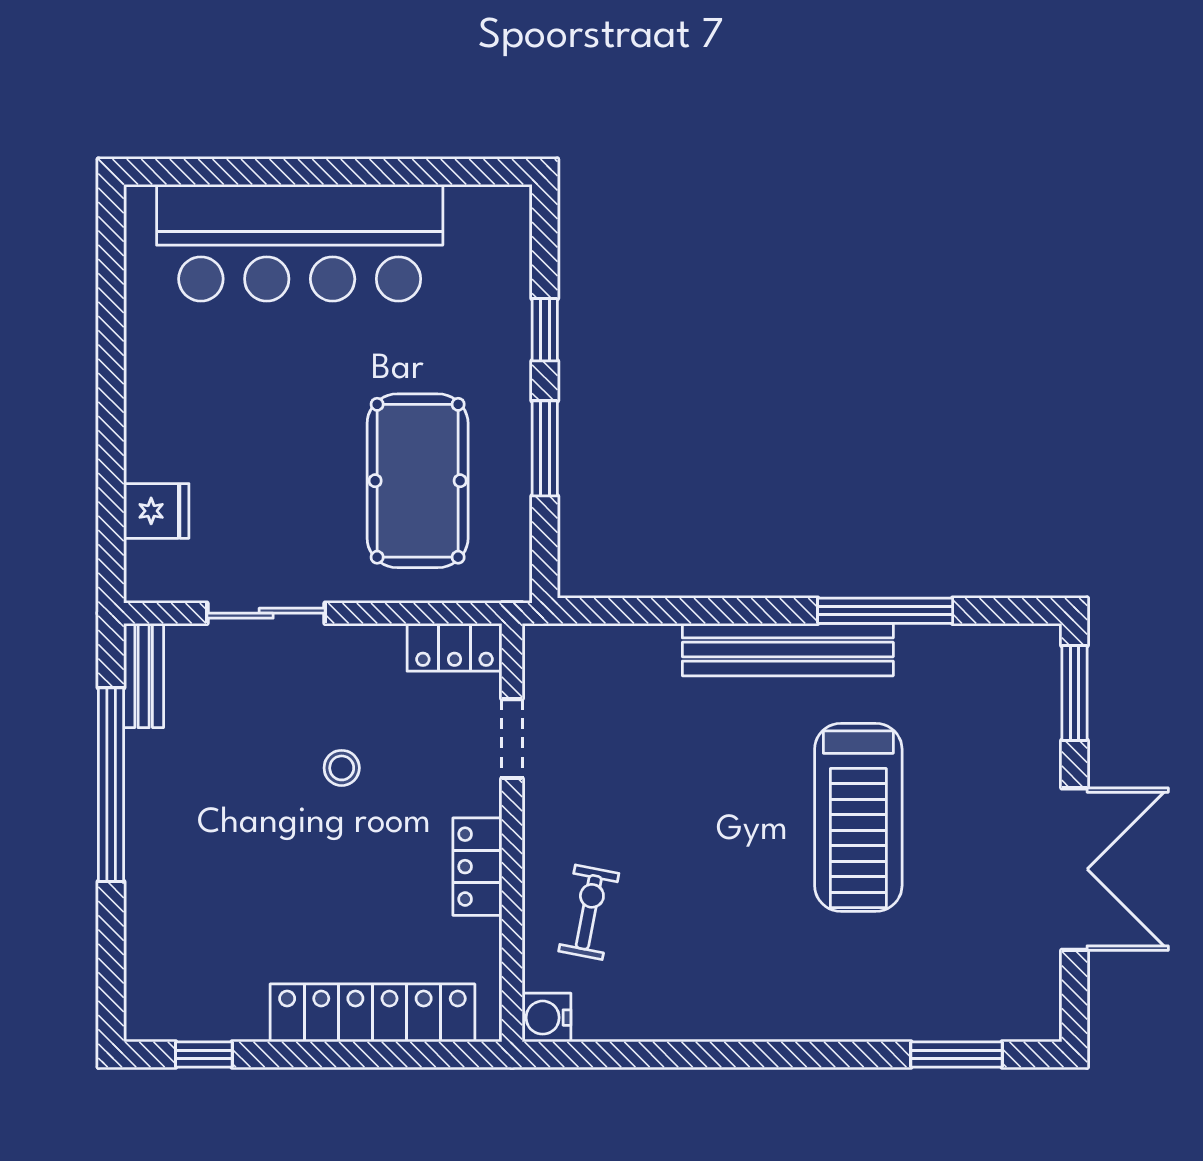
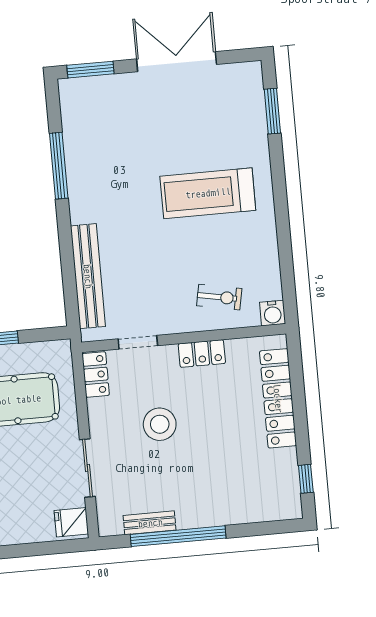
fridge: (156, 511) -> (71, 522), moved, turned -90
bench: (788, 650) -> (88, 276), moved
bench: (144, 675) -> (150, 523), moved
stool: (342, 768) -> (160, 424), width x1.89, depth x1.89
treadmill: (858, 817) -> (208, 193), moved, turned 180
exercise bike: (589, 912) -> (219, 297), turned 180

